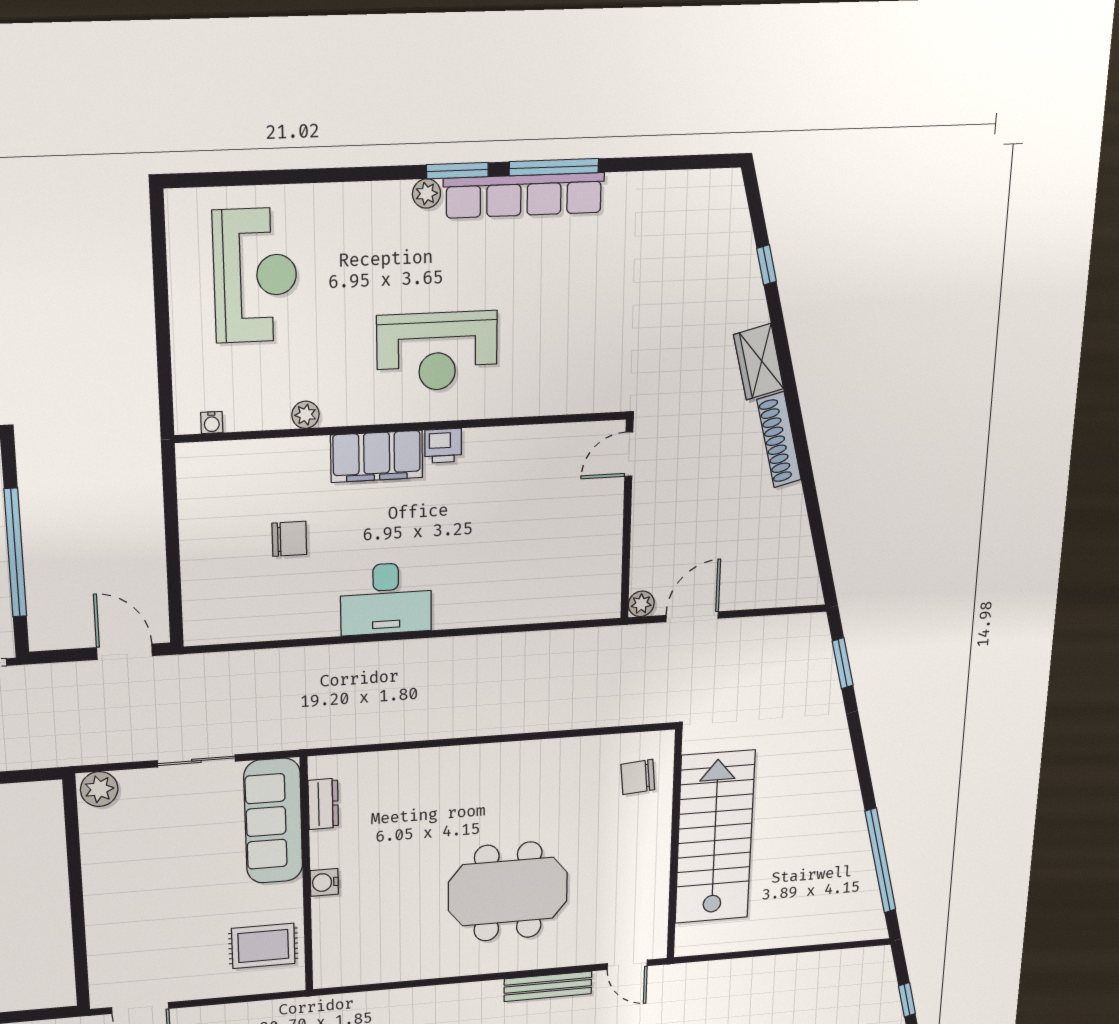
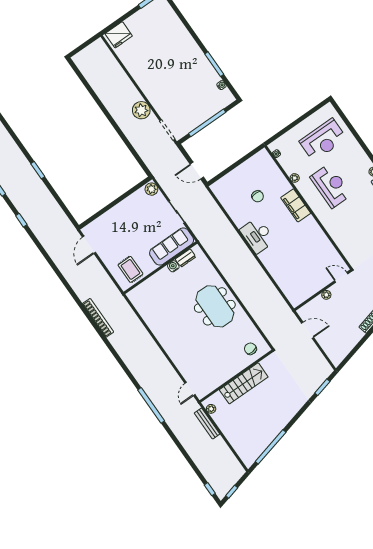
reception desk: (437, 351) -> (331, 186), moved, turned 180
printer: (443, 446) -> (310, 222), removed
plant: (641, 604) -> (326, 295), moved
door: (125, 652) -> (197, 171), swing flipped
stairs: (715, 837) -> (244, 383), width x0.73, depth x0.66
water cooler: (324, 882) -> (173, 266), moved
meeting table: (508, 892) -> (215, 306), moved
plant: (704, 943) -> (211, 409), added
bench: (548, 986) -> (207, 424), moved

